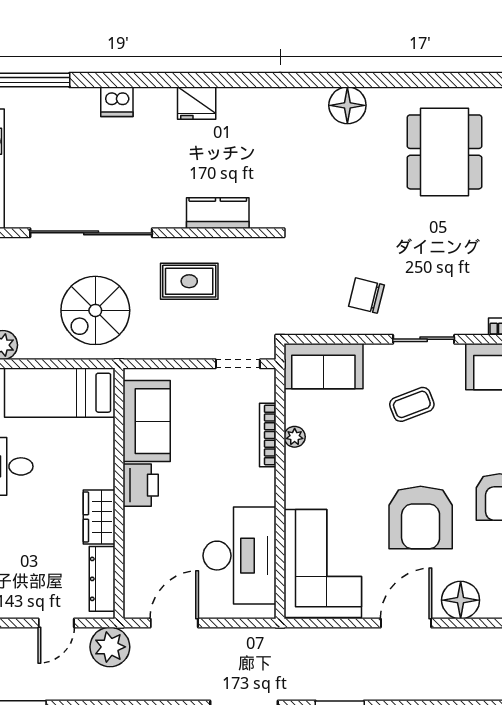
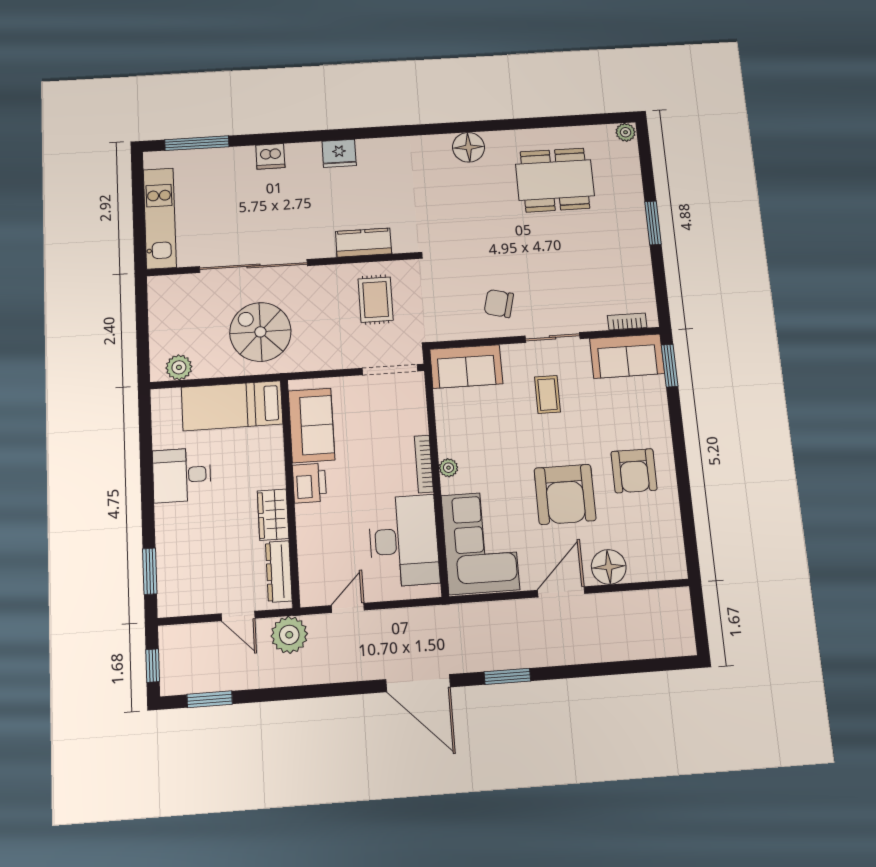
dining table: (444, 152) -> (555, 180), turned 90
rug: (189, 281) -> (376, 300), moved, turned 90
spiral stairs: (95, 310) -> (260, 332), turned 90
doorway: (238, 364) -> (390, 370), width x1.38
coffee table: (412, 404) -> (547, 394), turned -69
bookcase: (268, 435) -> (424, 464), moved
plant: (295, 437) -> (448, 468), moved
door: (56, 623) -> (238, 616), hinge flipped
door: (174, 623) -> (348, 608), width x0.73

